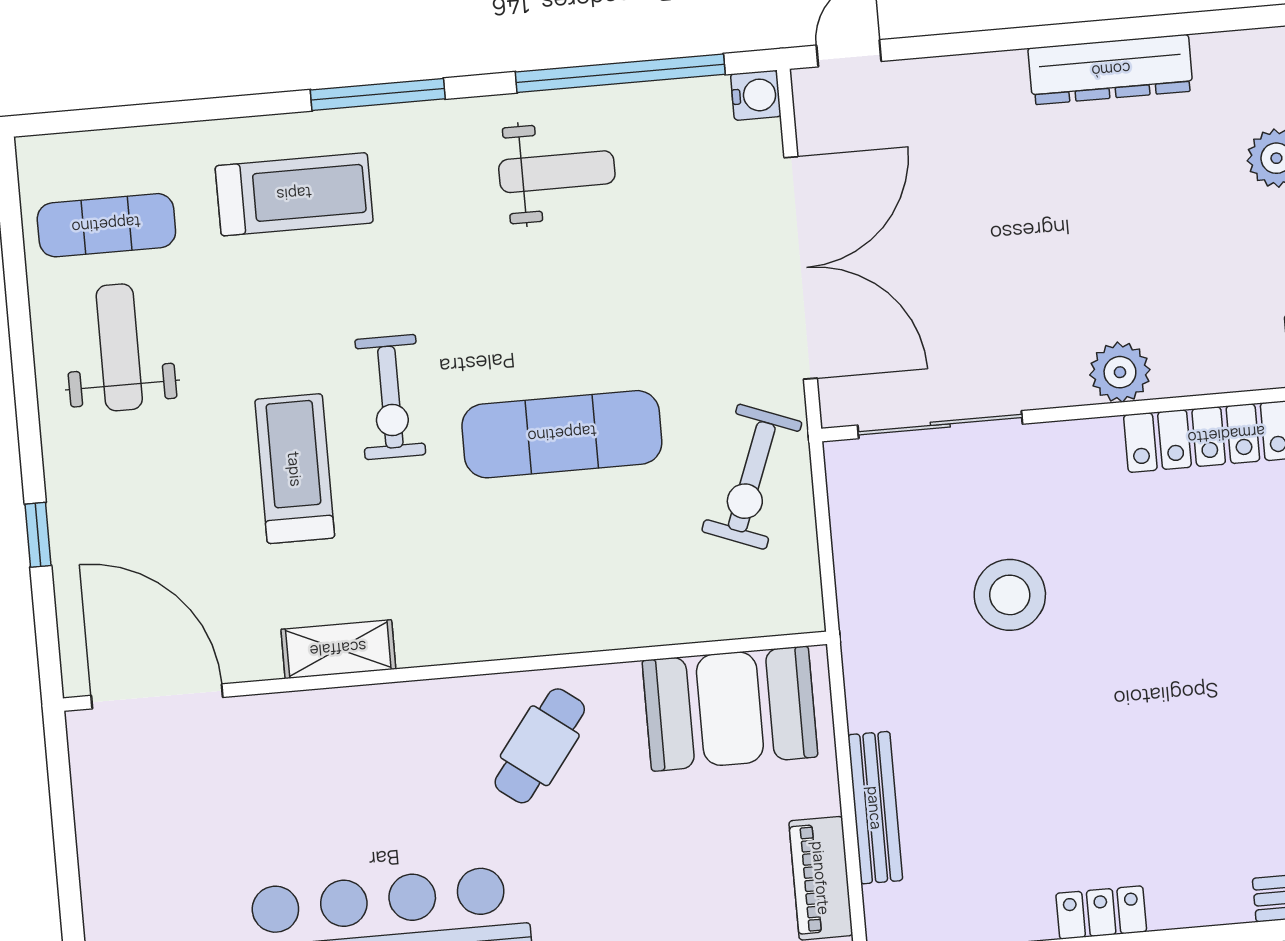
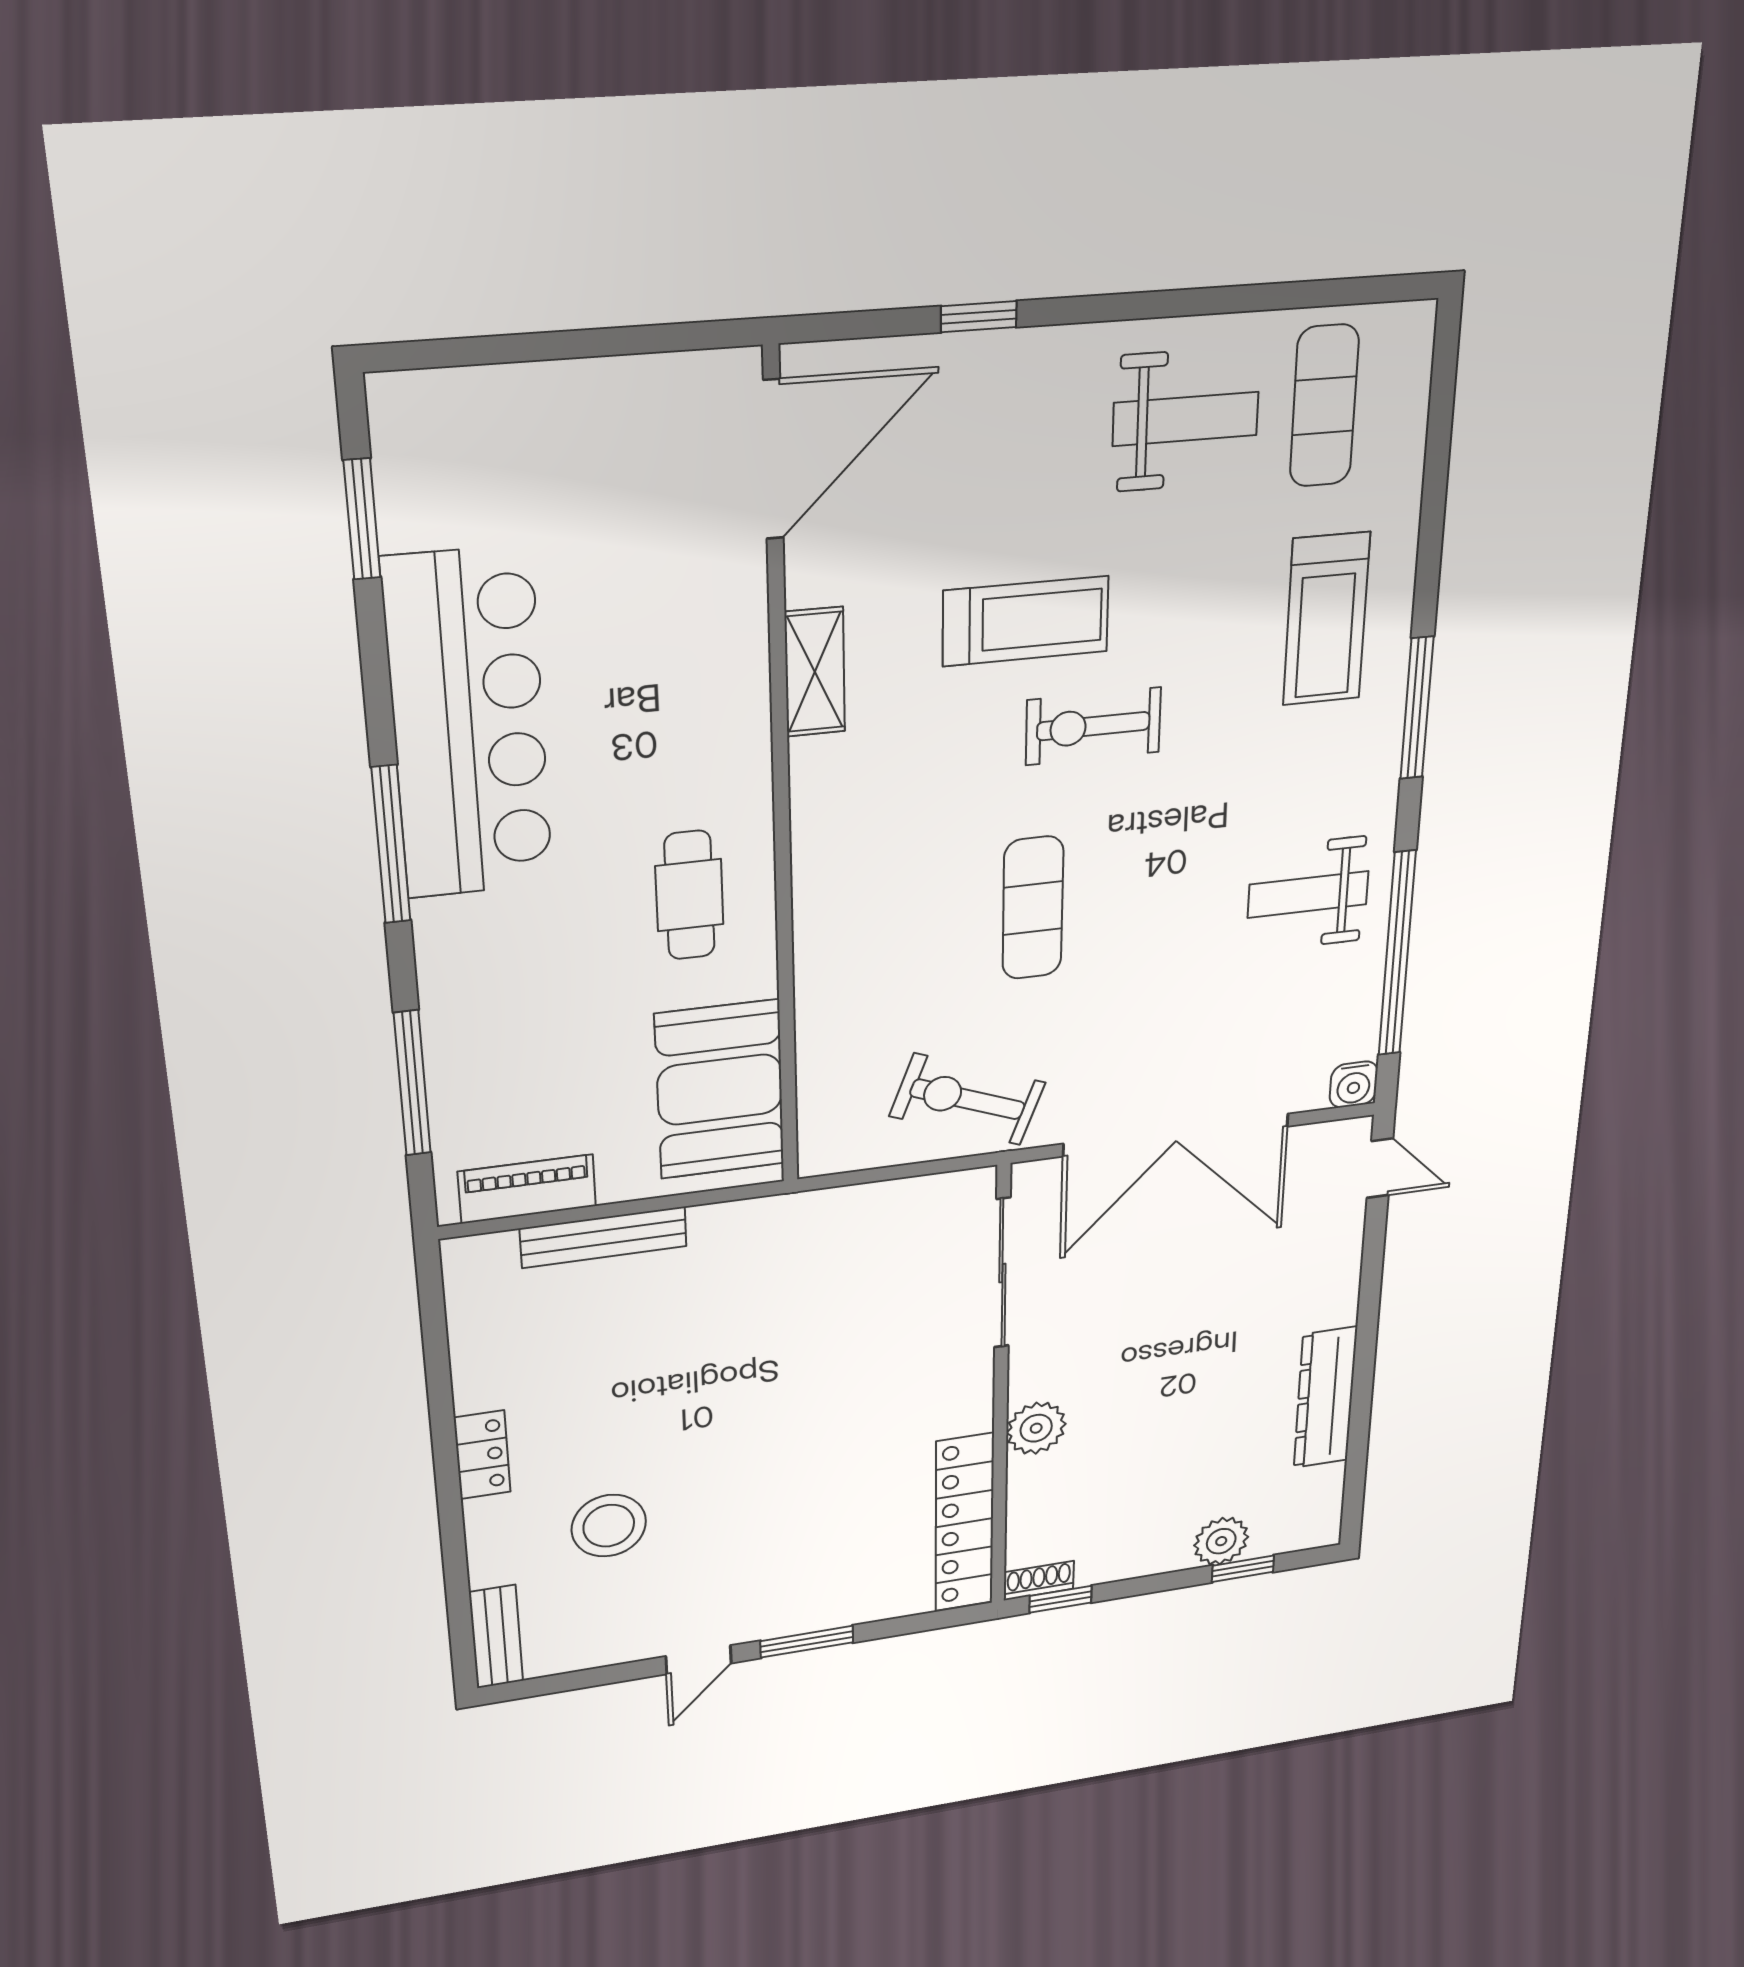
weight bench: (557, 172) -> (1308, 894), turned 90
exercise mat: (562, 434) -> (1033, 908), width x0.73, depth x0.69
stool: (1010, 595) -> (609, 1526), moved
cafe table: (540, 746) -> (689, 895), turned 53

